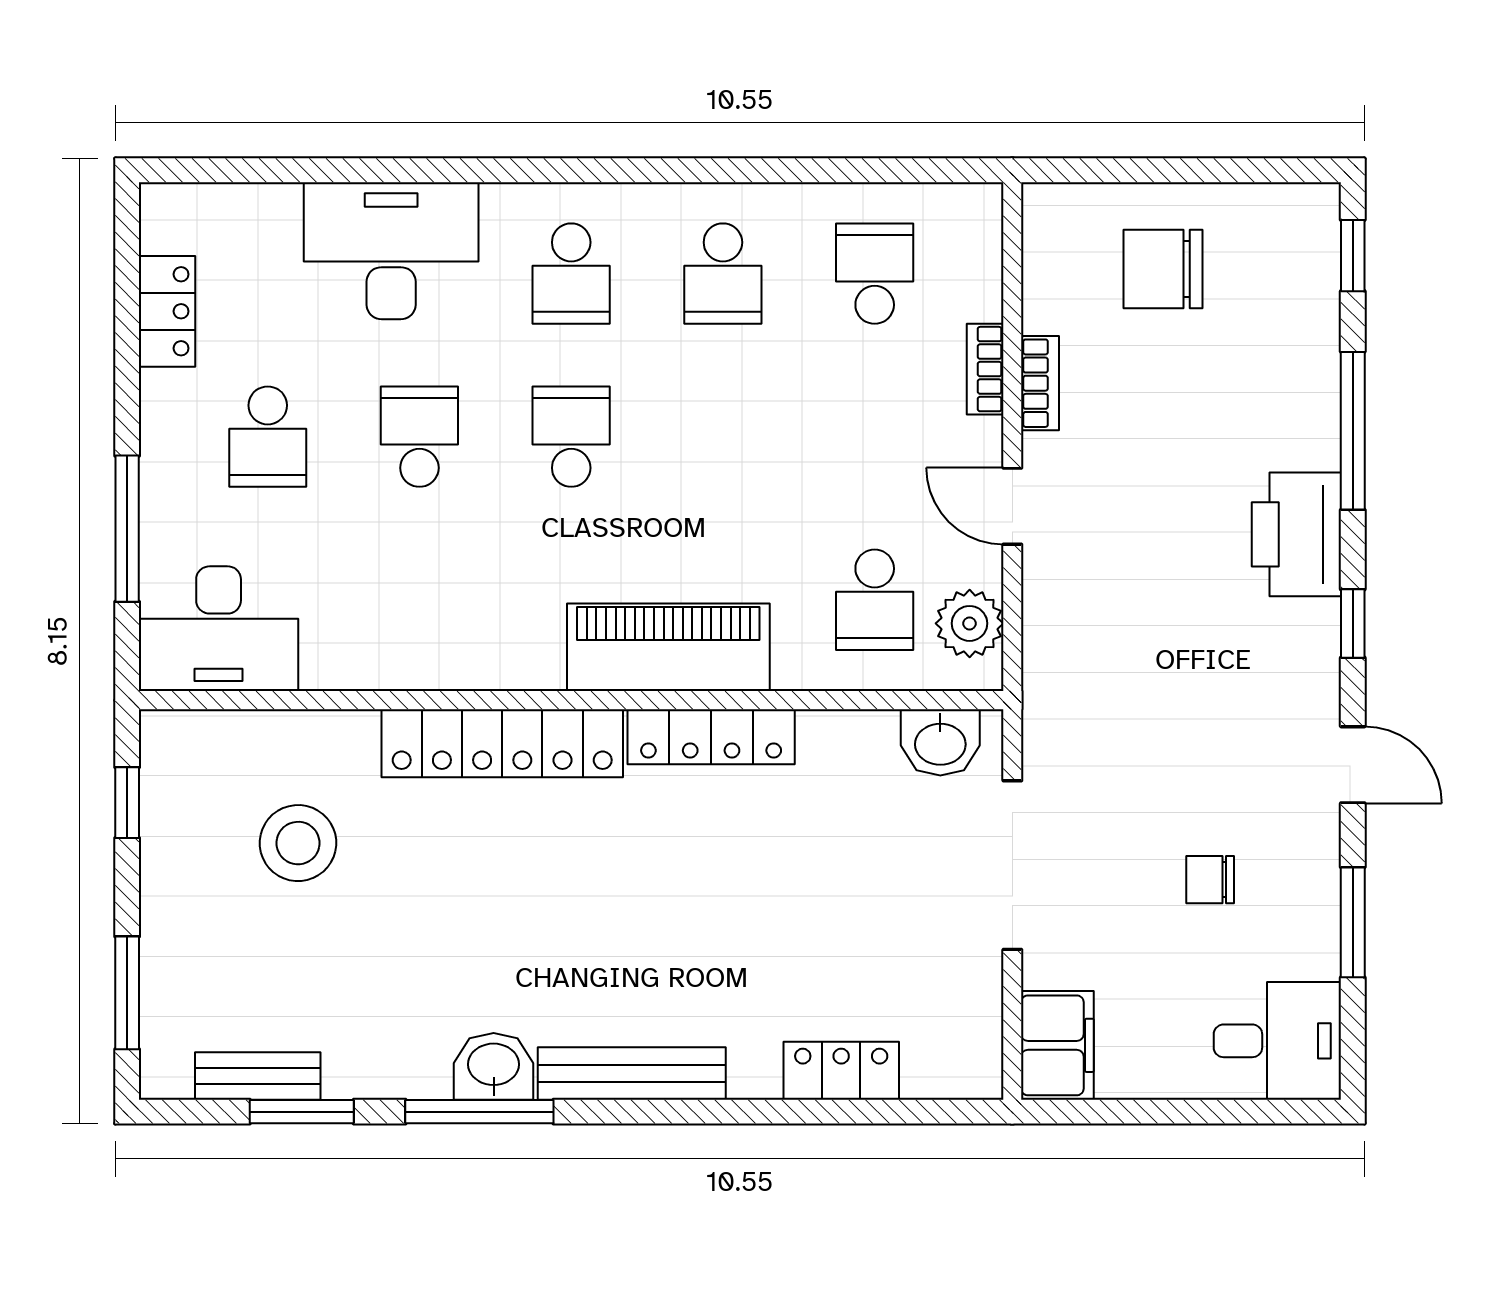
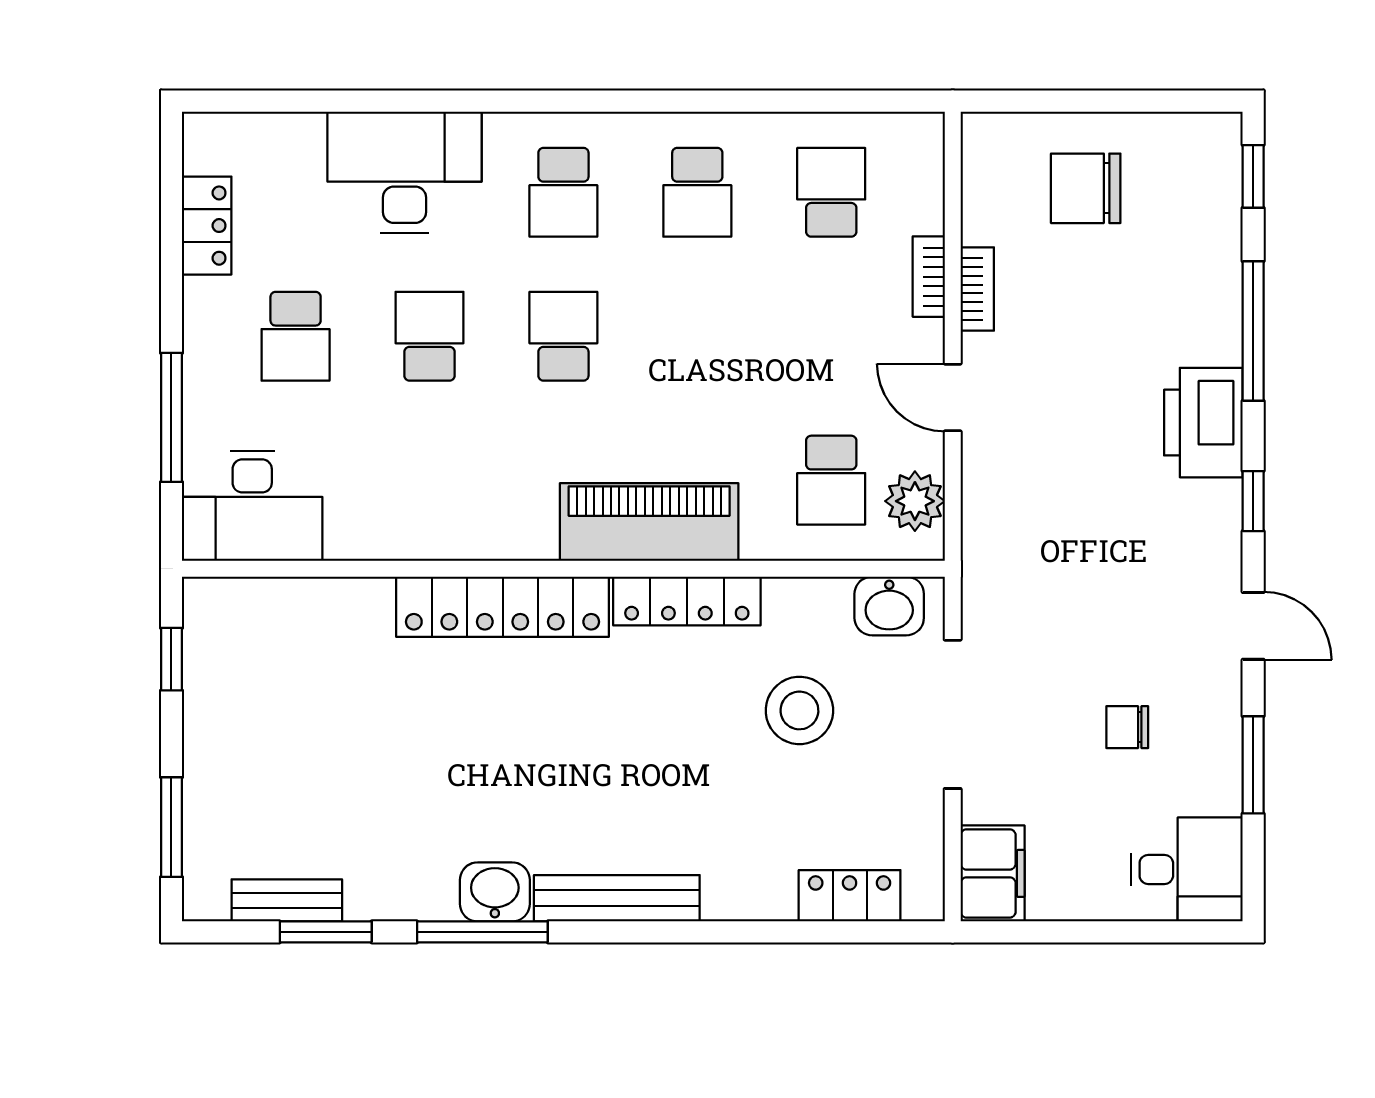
stool: (298, 843) -> (799, 710), moved
locker: (841, 1071) -> (850, 896), moved

